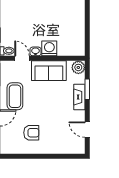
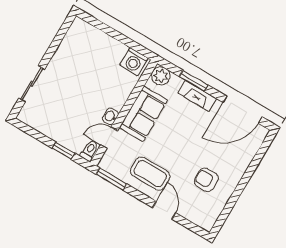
washing machine: (49, 48) -> (134, 62), moved, turned -90
door: (87, 130) -> (243, 110), width x1.87
armchair: (31, 133) -> (206, 180), turned -90

